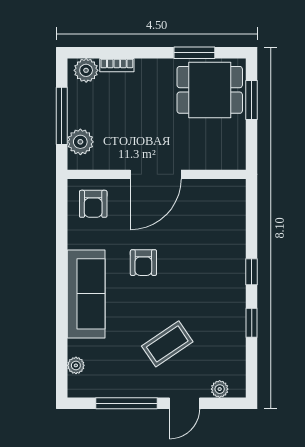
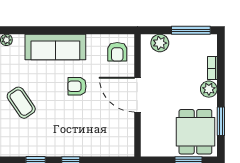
plant: (86, 70) -> (209, 89), moved
window: (62, 116) -> (191, 30), moved
armchair: (93, 204) -> (117, 52), turned -90

